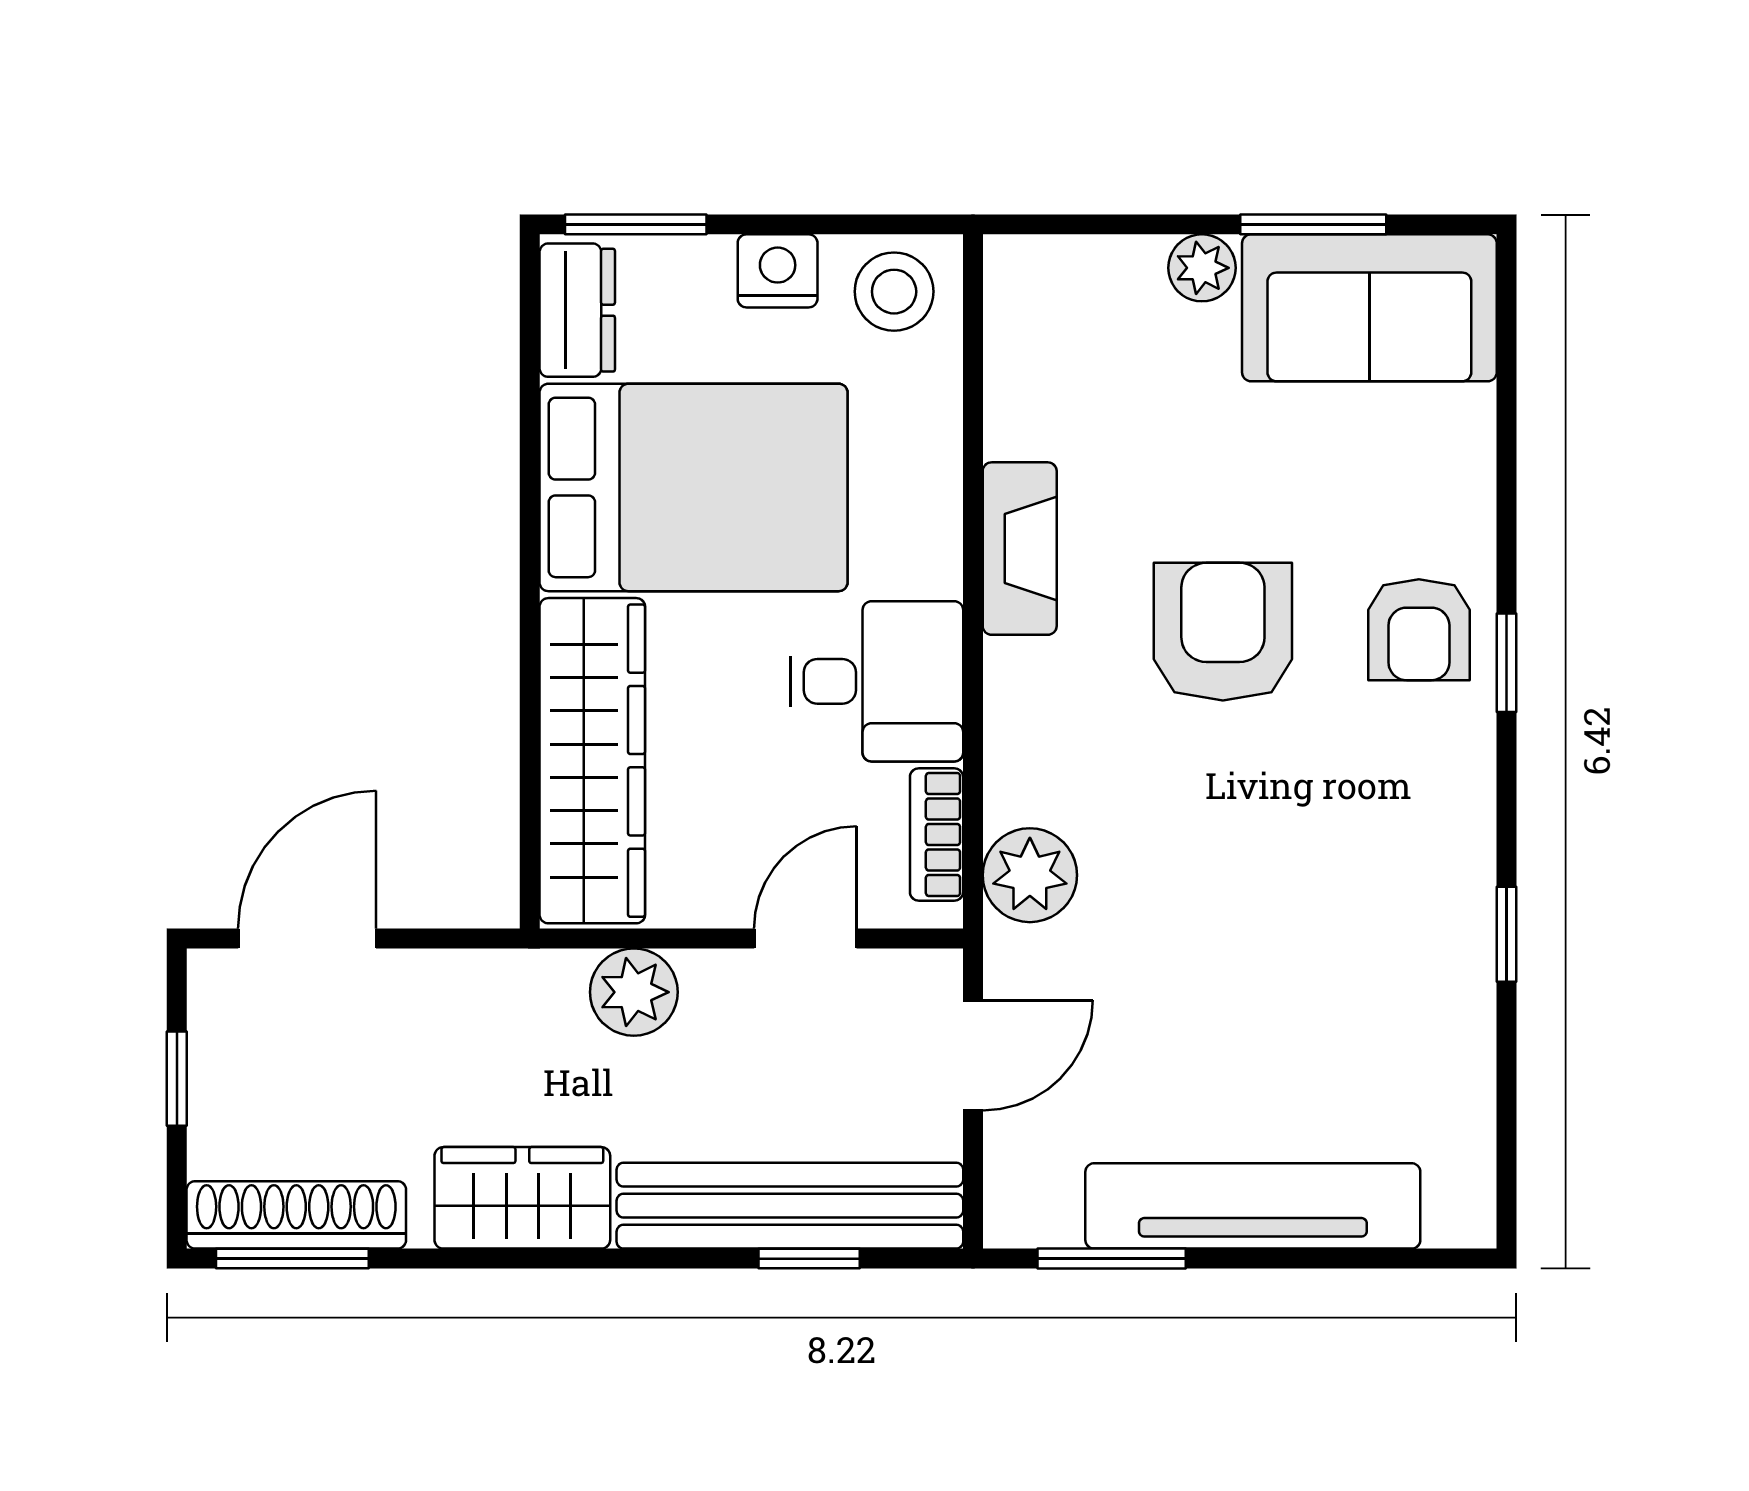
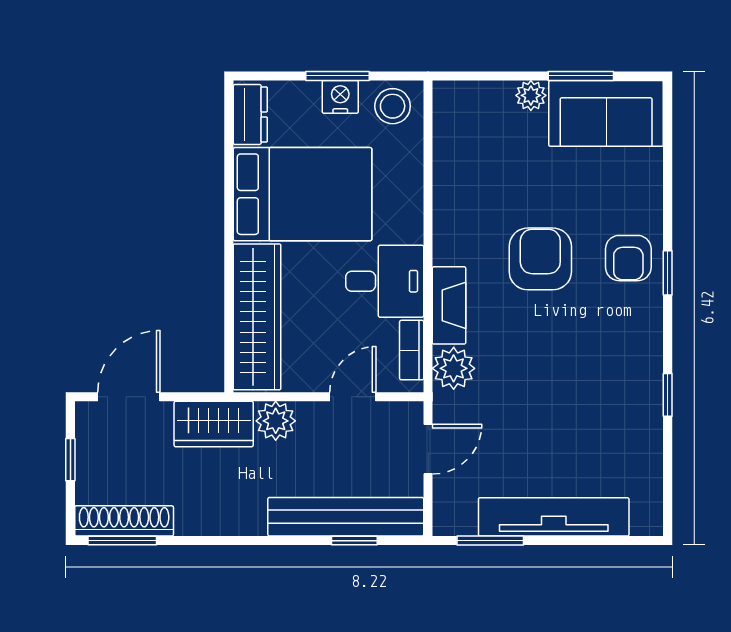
window: (636, 224) -> (338, 76), moved
fireplace: (1020, 549) -> (449, 305), moved
wardrobe: (522, 1198) -> (214, 424), moved, turned 180

